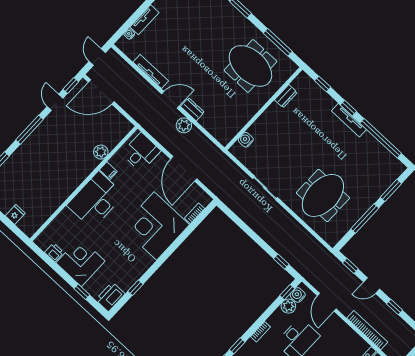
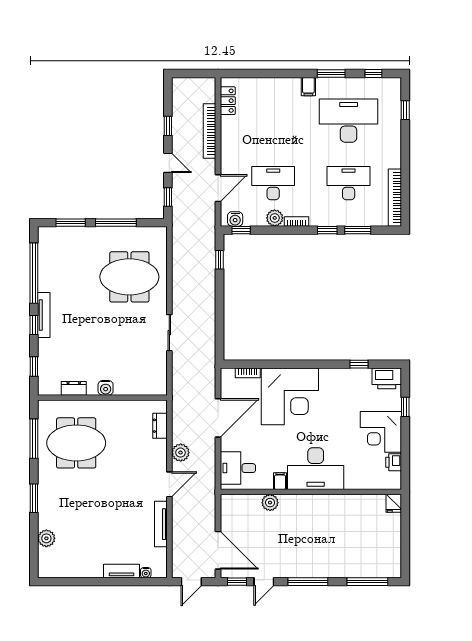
meeting table: (250, 66) -> (76, 443), turned 90
door: (171, 100) -> (169, 484), swing flipped
dresser: (192, 109) -> (160, 426), moved
water cooler: (246, 140) -> (106, 388), moved
fridge: (15, 215) -> (394, 503), moved, turned -90
plant: (288, 306) -> (275, 218), moved

